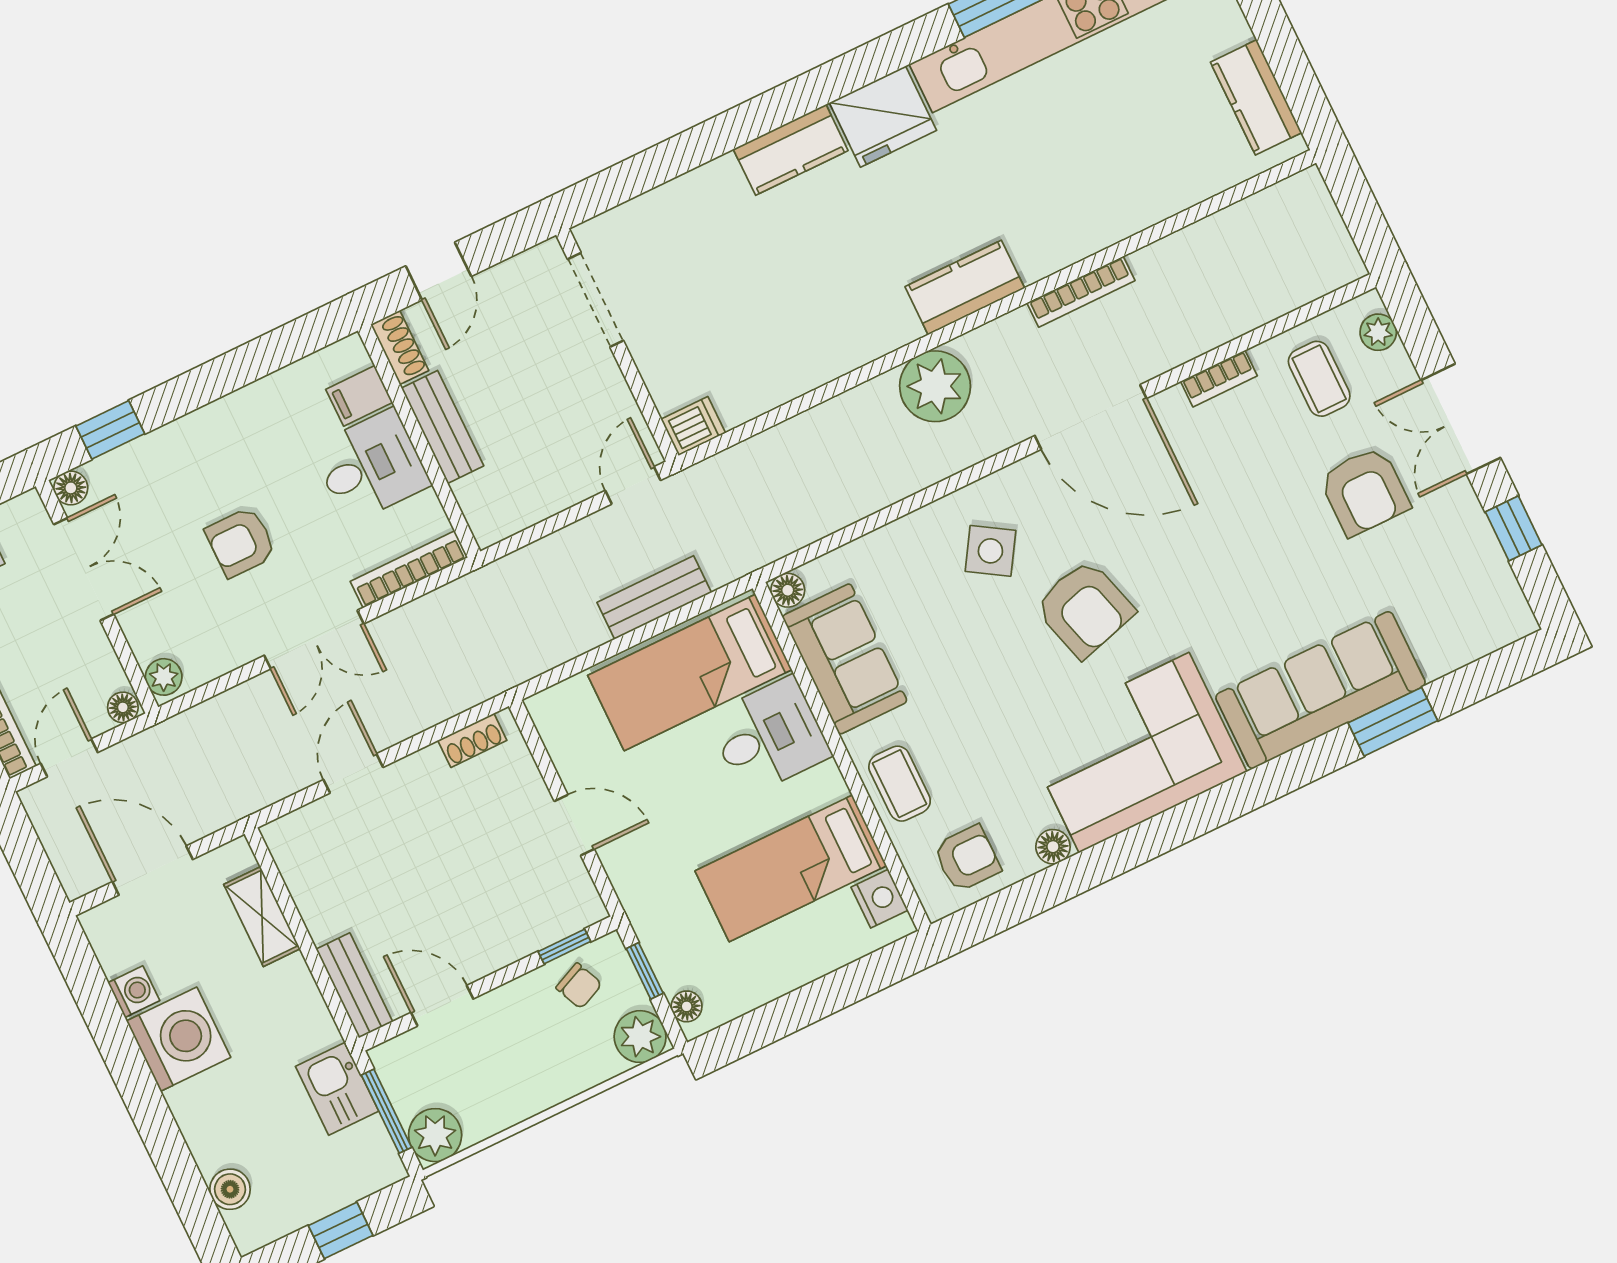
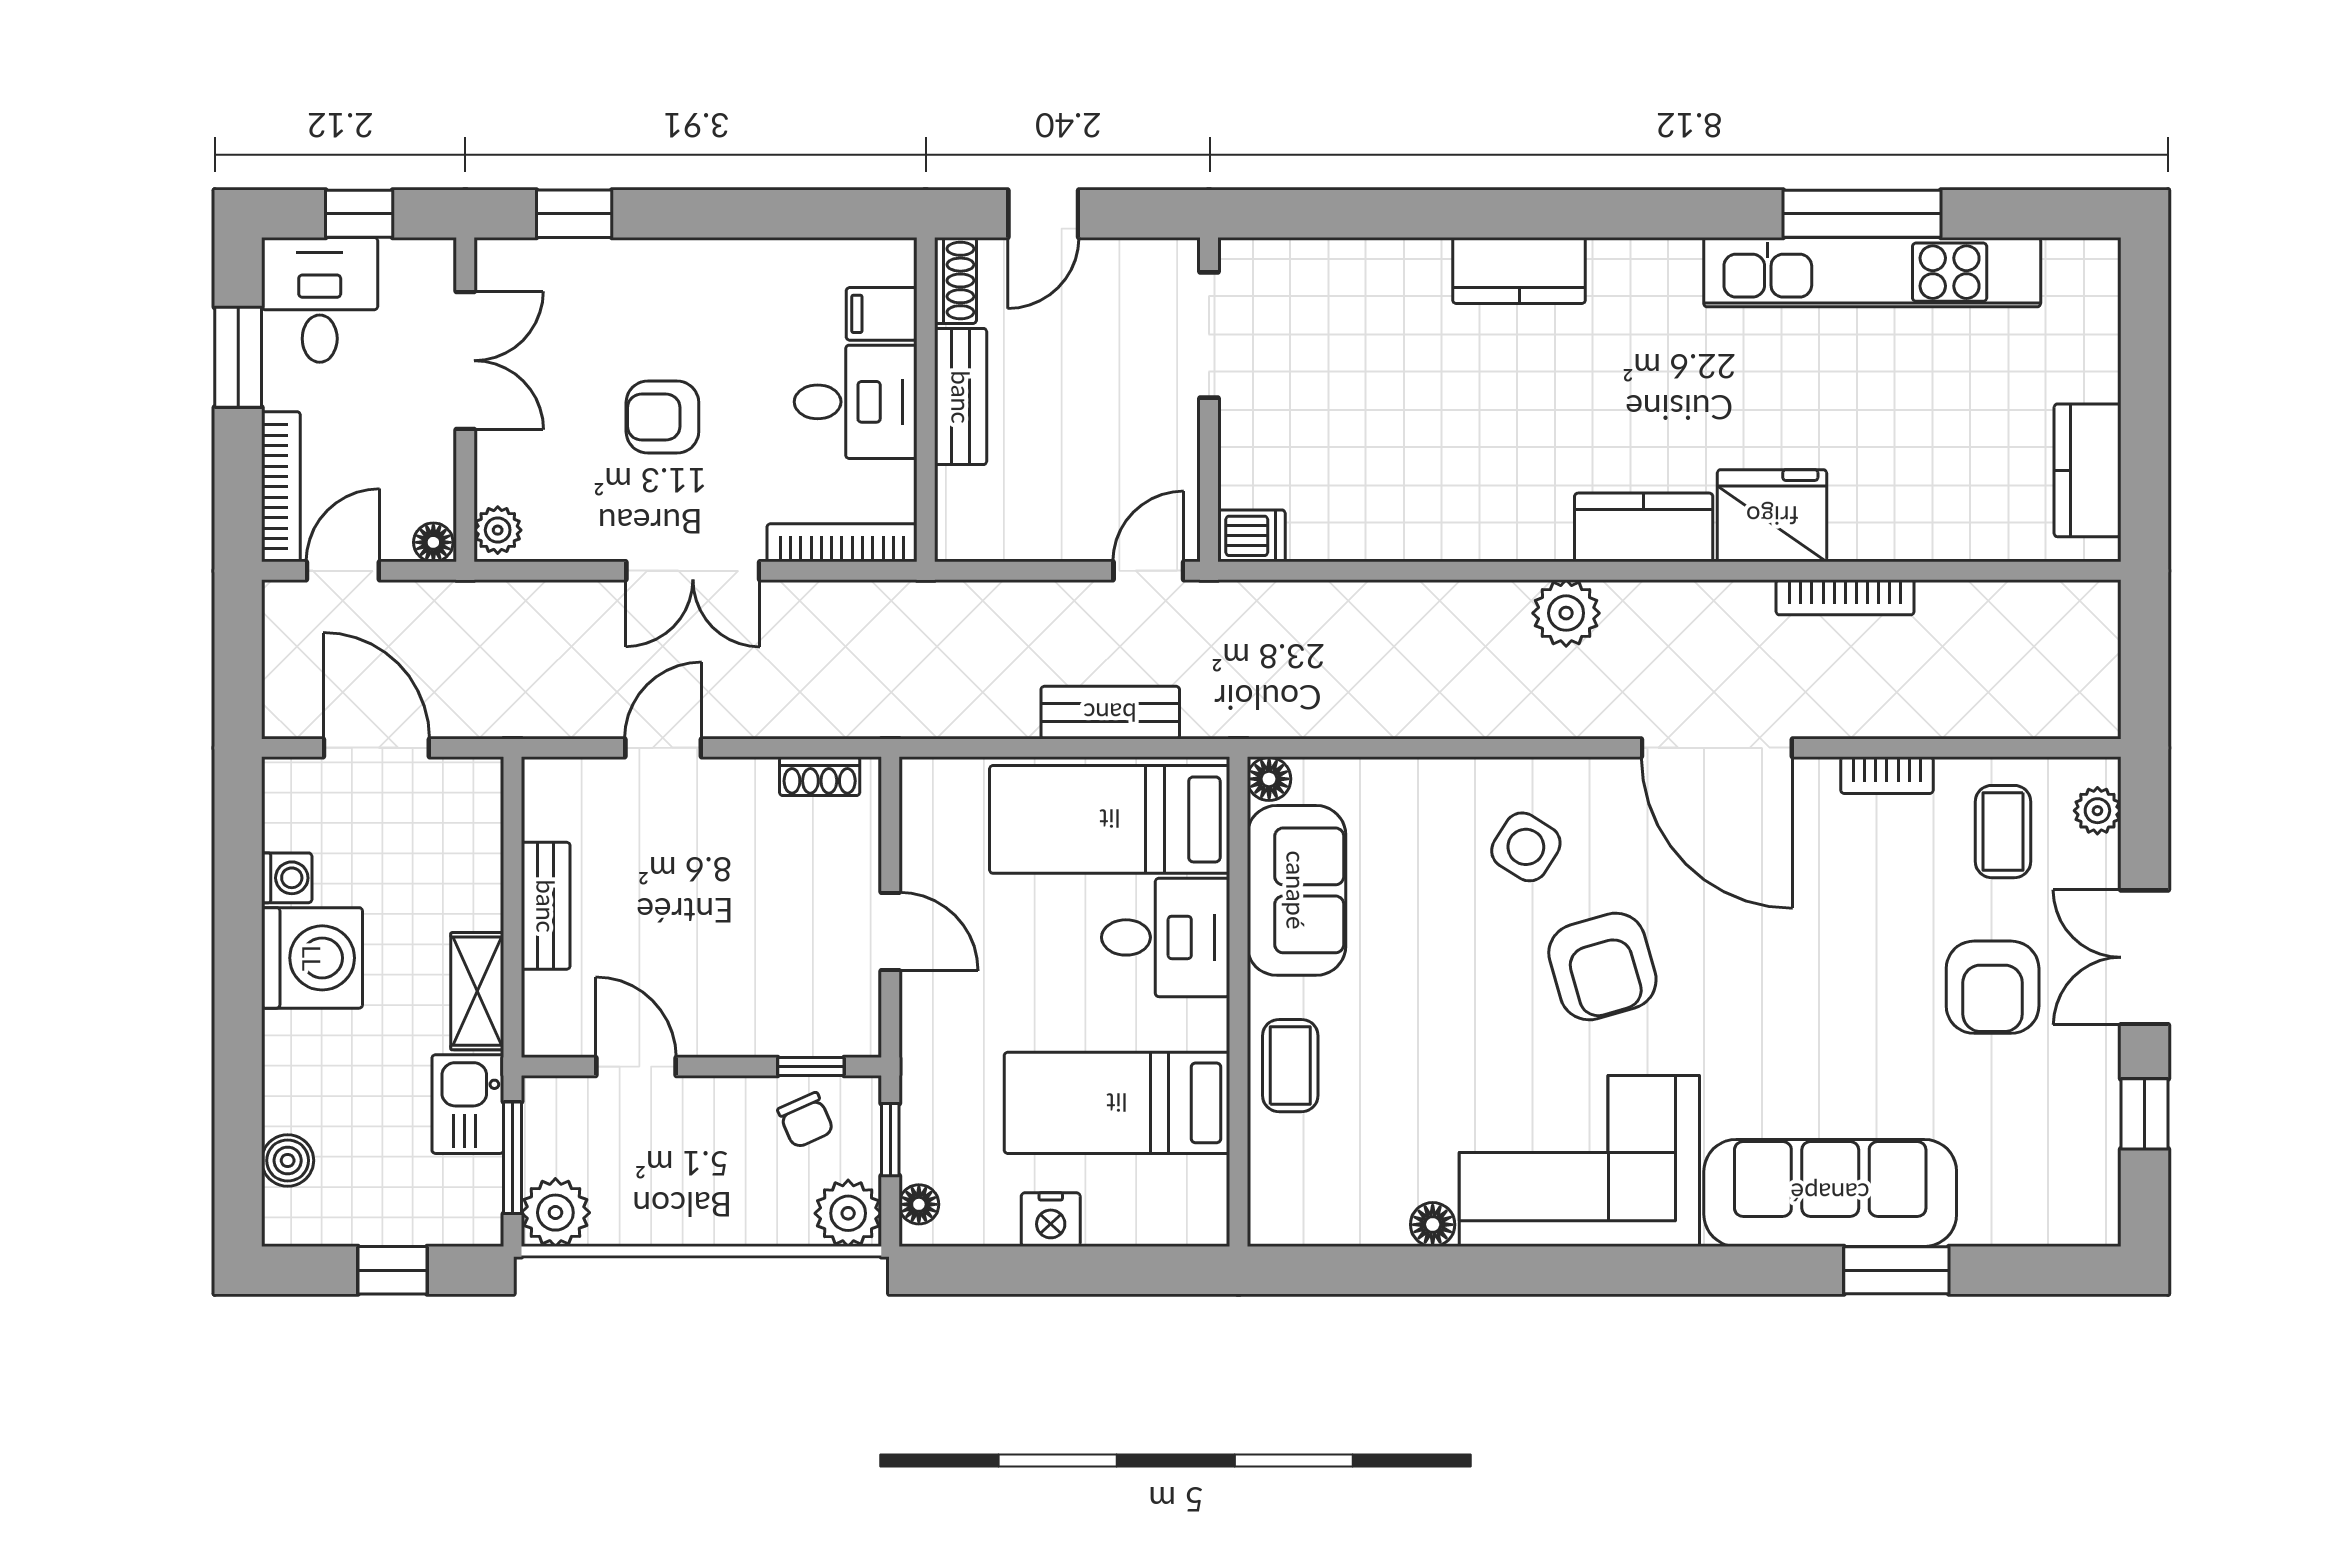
fridge: (883, 117) -> (1772, 516), moved, turned 180
bookcase: (1081, 292) -> (1845, 597), moved
plant: (935, 386) -> (1566, 613), width x0.73, depth x0.73
floor lamp: (71, 488) -> (496, 259), removed
armchair: (967, 858) -> (1327, 1190), removed
nightstand: (880, 899) -> (1051, 1220), moved, turned 90
shelving: (262, 917) -> (477, 991), moved
bench: (354, 985) -> (546, 906), moved

